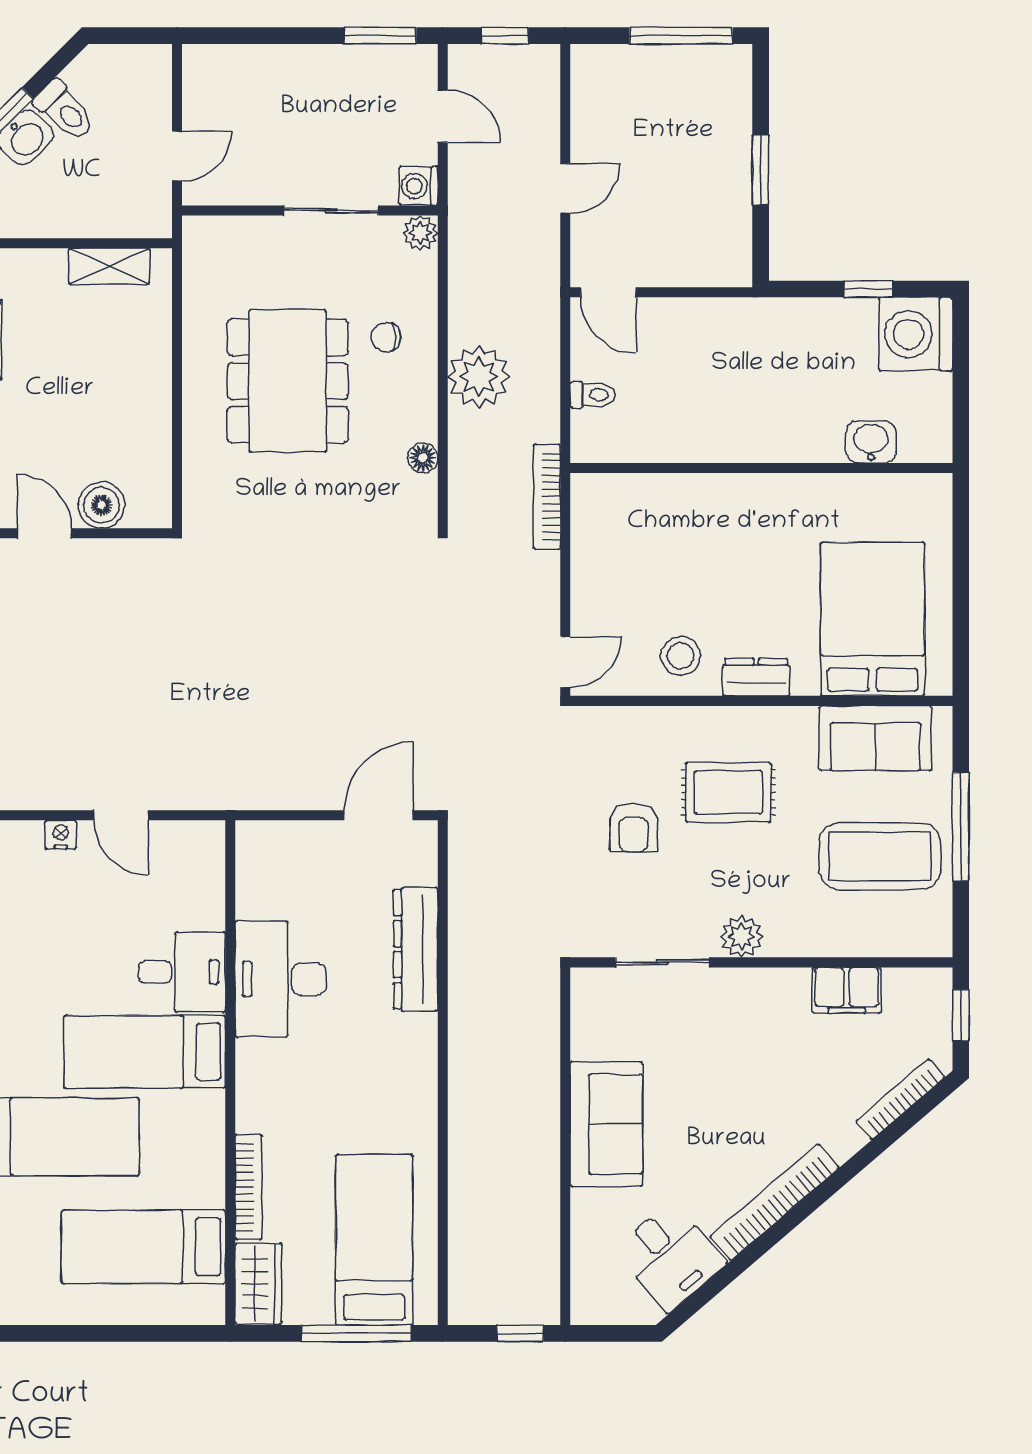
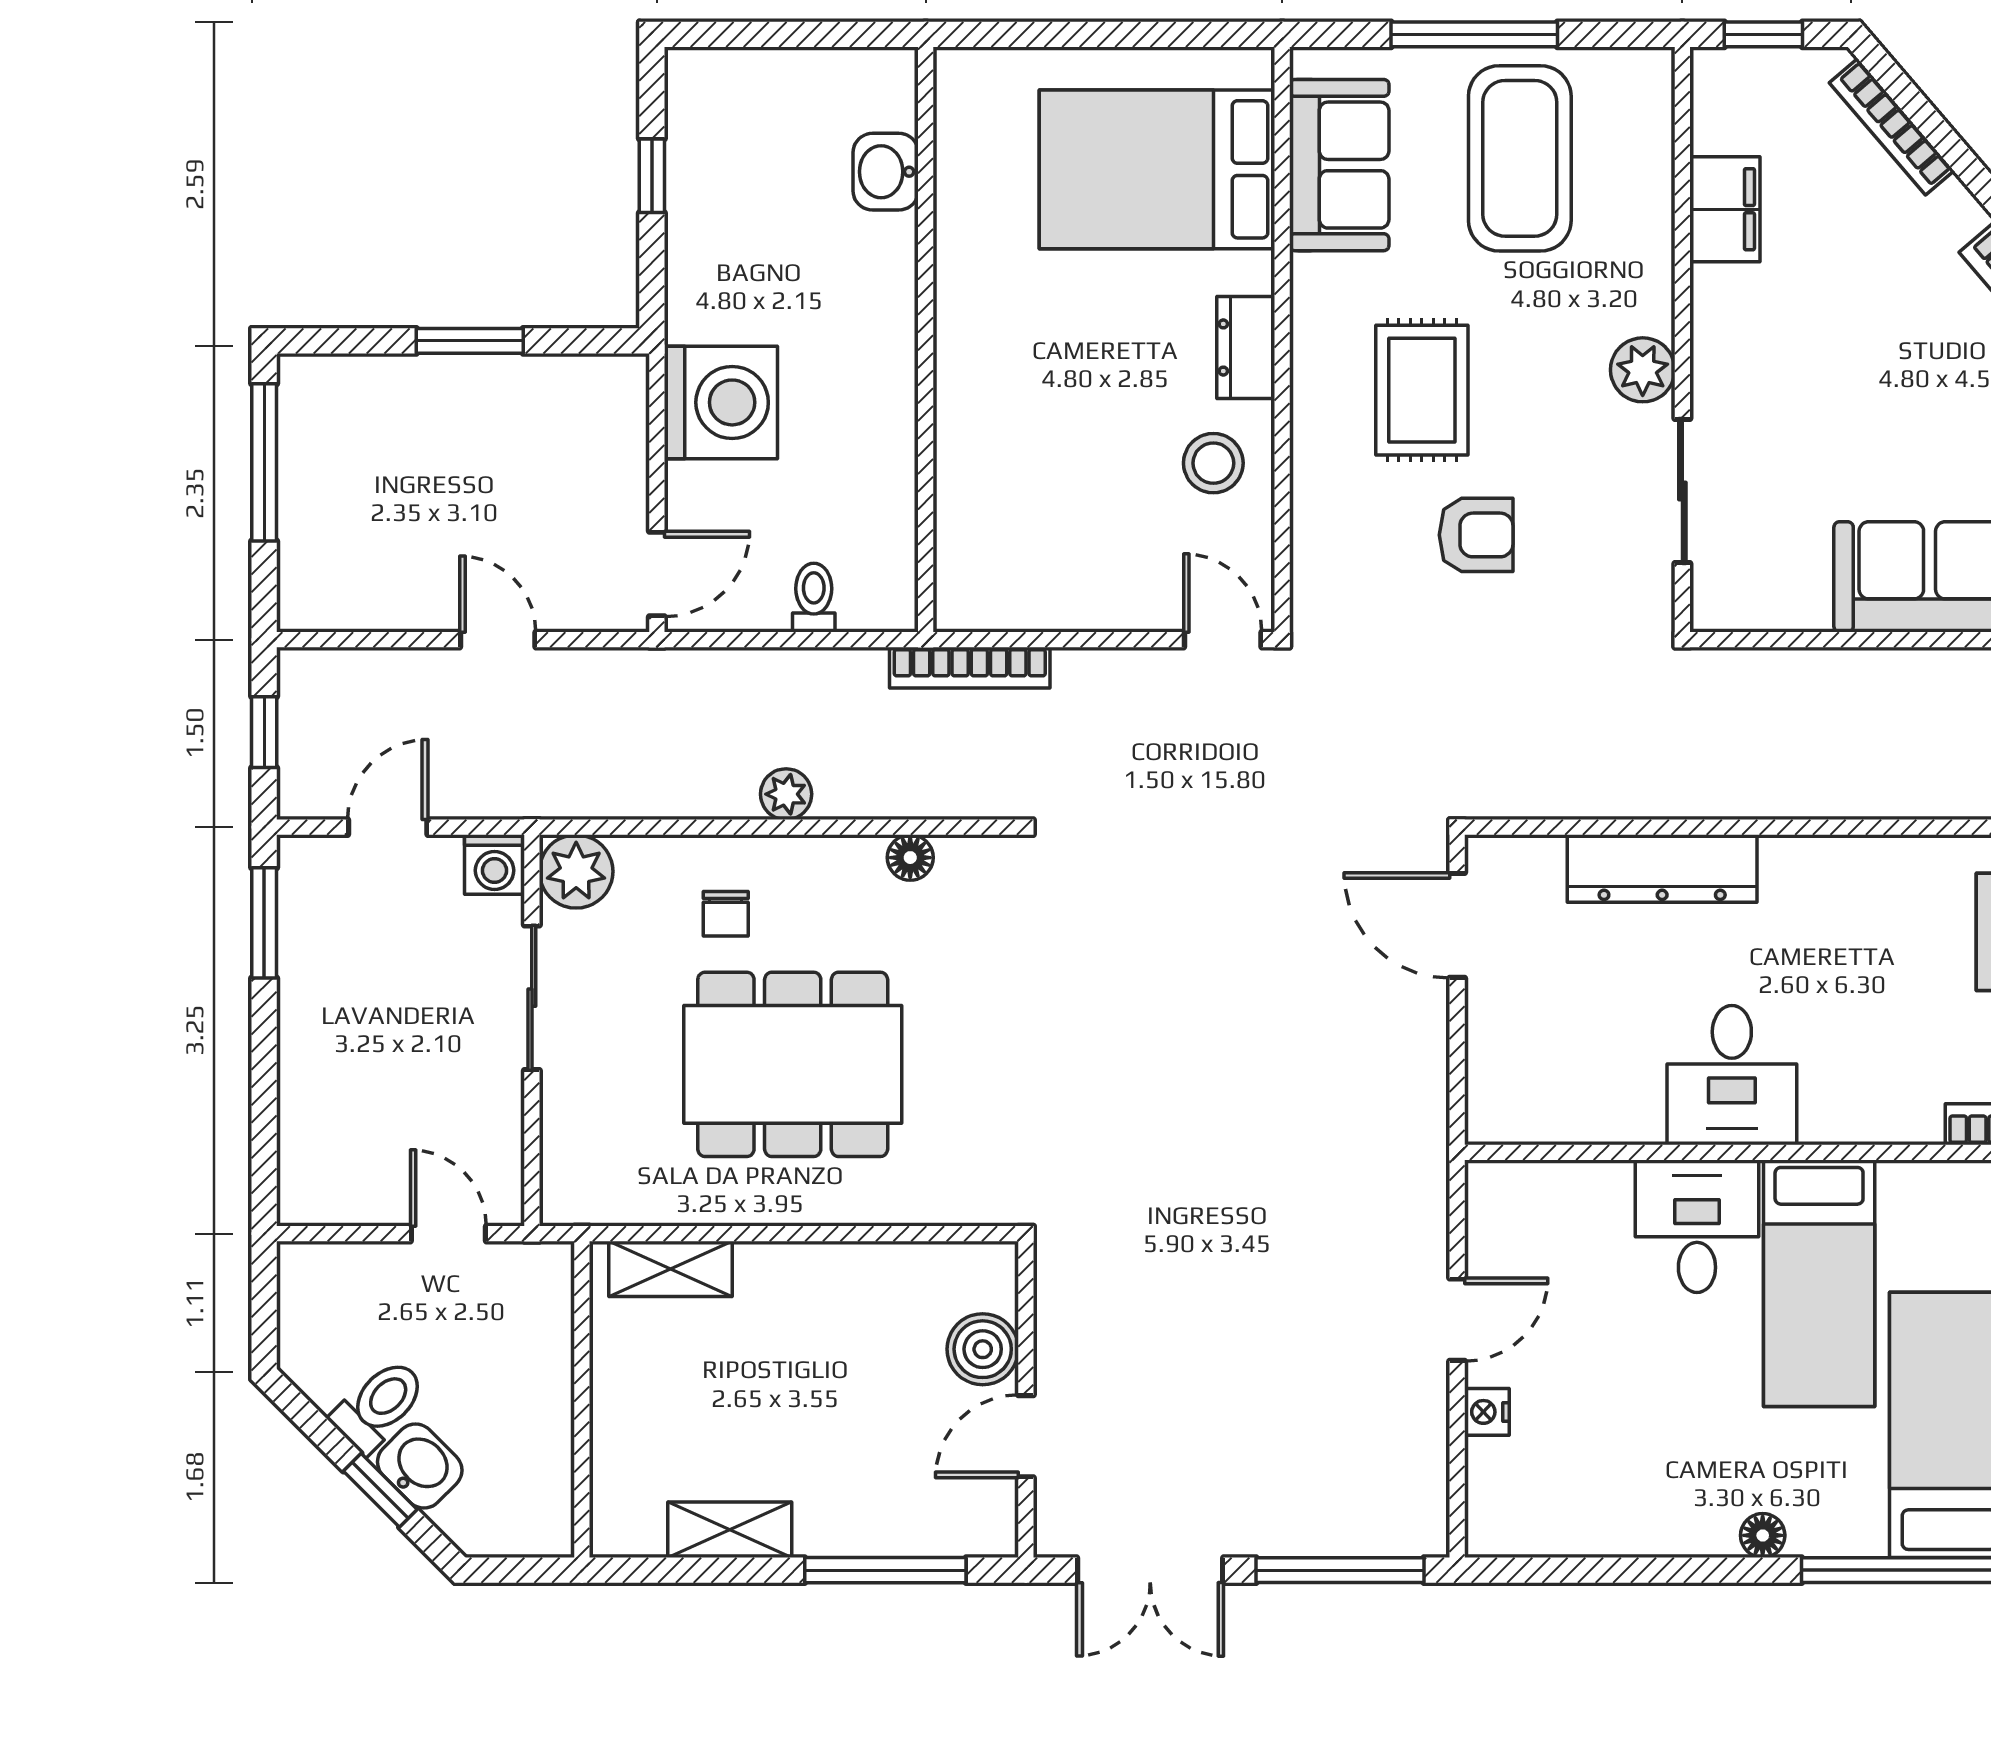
plant: (420, 233) -> (576, 871), width x1.38, depth x1.38
shelving: (109, 266) -> (670, 1269), moved, turned 90
washing machine: (916, 334) -> (721, 402), moved, turned -90
plant: (479, 377) -> (786, 794), width x0.53, depth x0.53
desk: (281, 979) -> (1732, 1075), width x0.73

